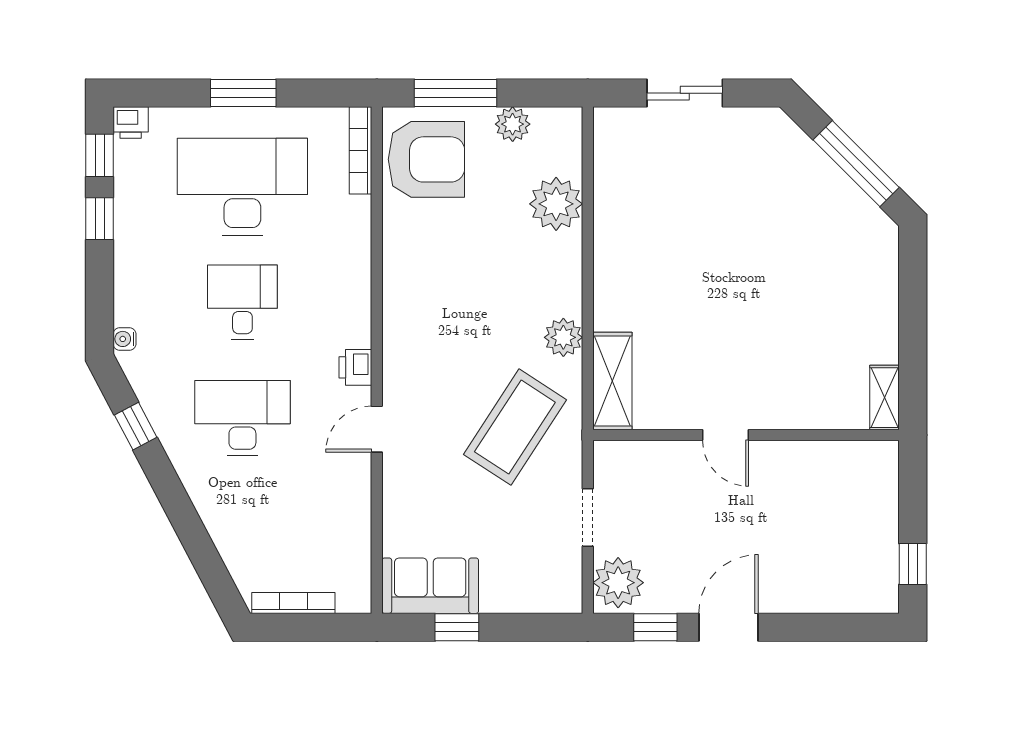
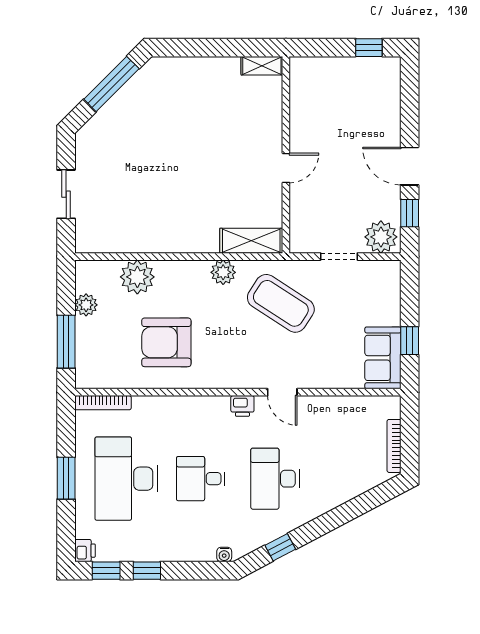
armchair: (426, 159) -> (166, 342), moved, turned -90

